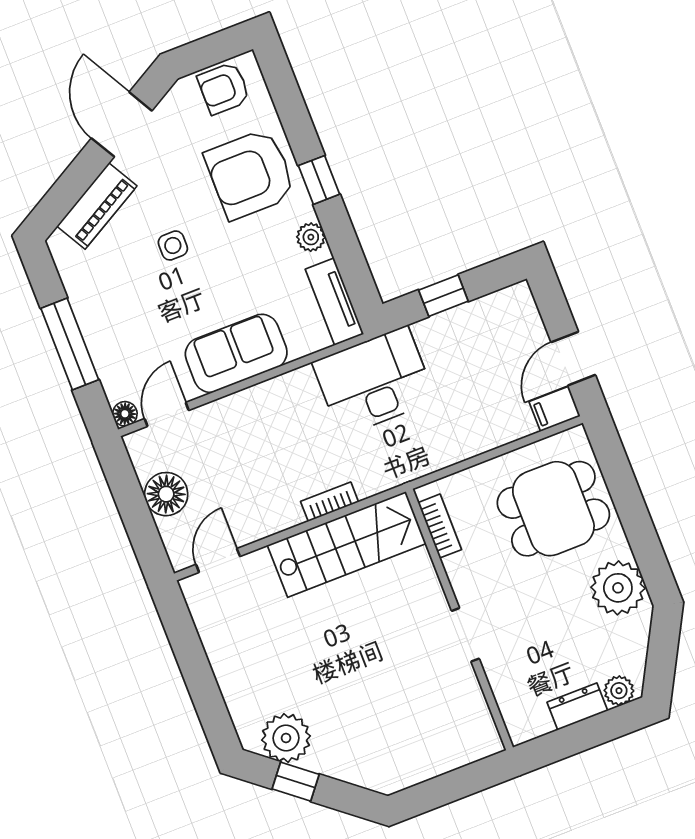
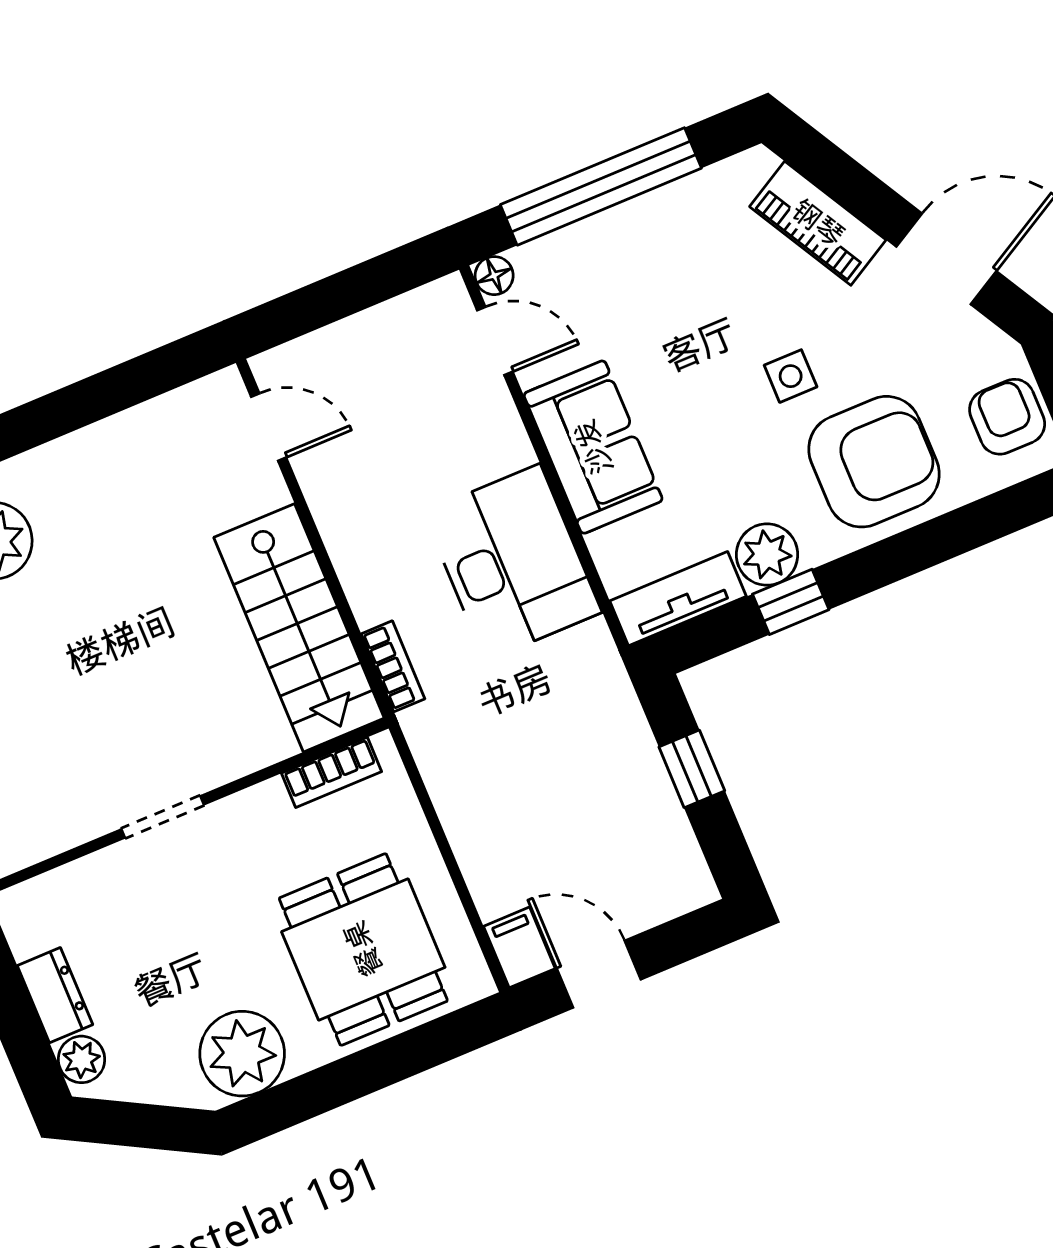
armchair: (250, 174) -> (874, 462), turned 90
window: (319, 180) -> (791, 602), moved
plant: (311, 237) -> (767, 555), width x1.38, depth x1.38
side table: (173, 246) -> (791, 376), moved
window: (70, 344) -> (601, 186), width x1.46
desk: (374, 381) -> (513, 562), moved
floor lamp: (166, 494) -> (370, 343), removed
bookcase: (330, 502) -> (393, 666), moved

